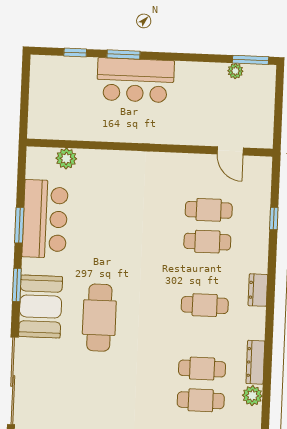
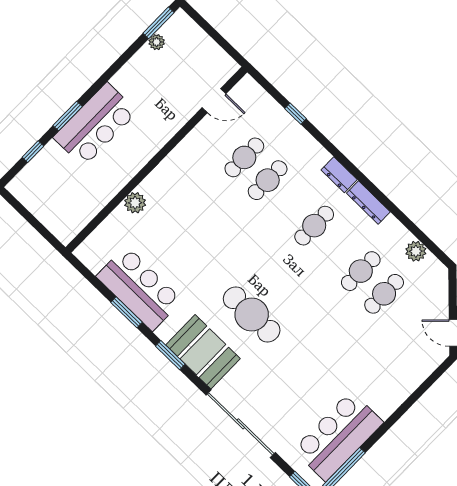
plant: (66, 158) -> (135, 203), moved
dresser: (255, 362) -> (368, 203), moved

